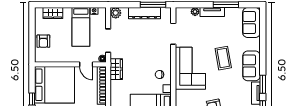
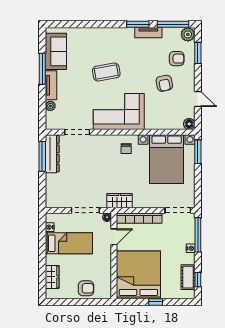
plant: (116, 13) -> (52, 201), removed
dresser: (145, 13) -> (52, 154), moved
sofa: (251, 23) -> (56, 51), moved, turned -90
sofa: (252, 66) -> (116, 38), removed

